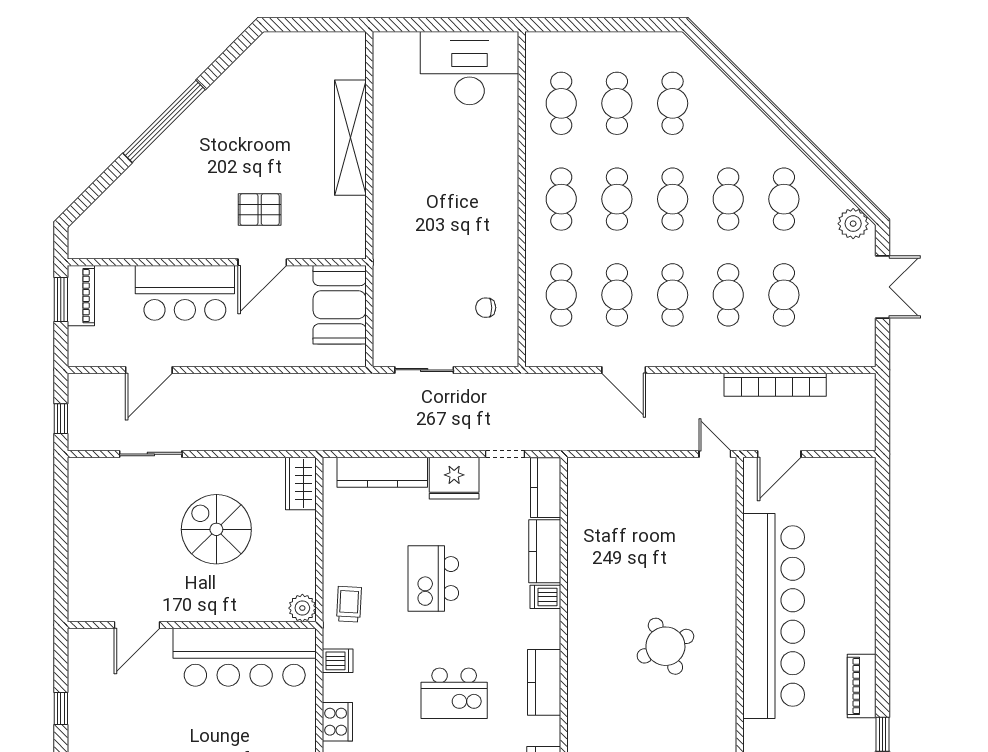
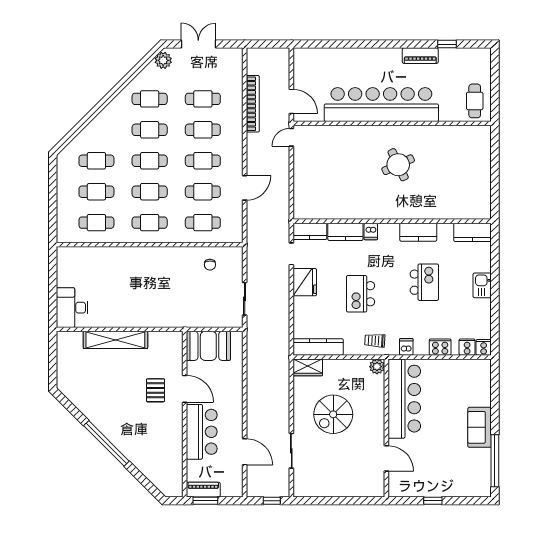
desk: (469, 68) -> (72, 308), moved, width x0.73, depth x0.77
kitchen counter: (382, 472) -> (318, 347), moved, turned -90
kitchen island: (433, 579) -> (361, 294), turned 90

